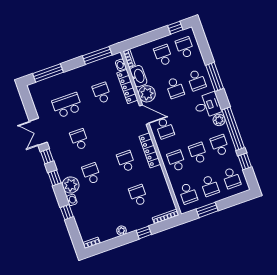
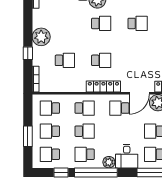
school desk: (220, 145) -> (85, 154), turned 180
window: (207, 210) -> (28, 136), moved
plant: (122, 231) -> (41, 37), width x1.88, depth x1.88

